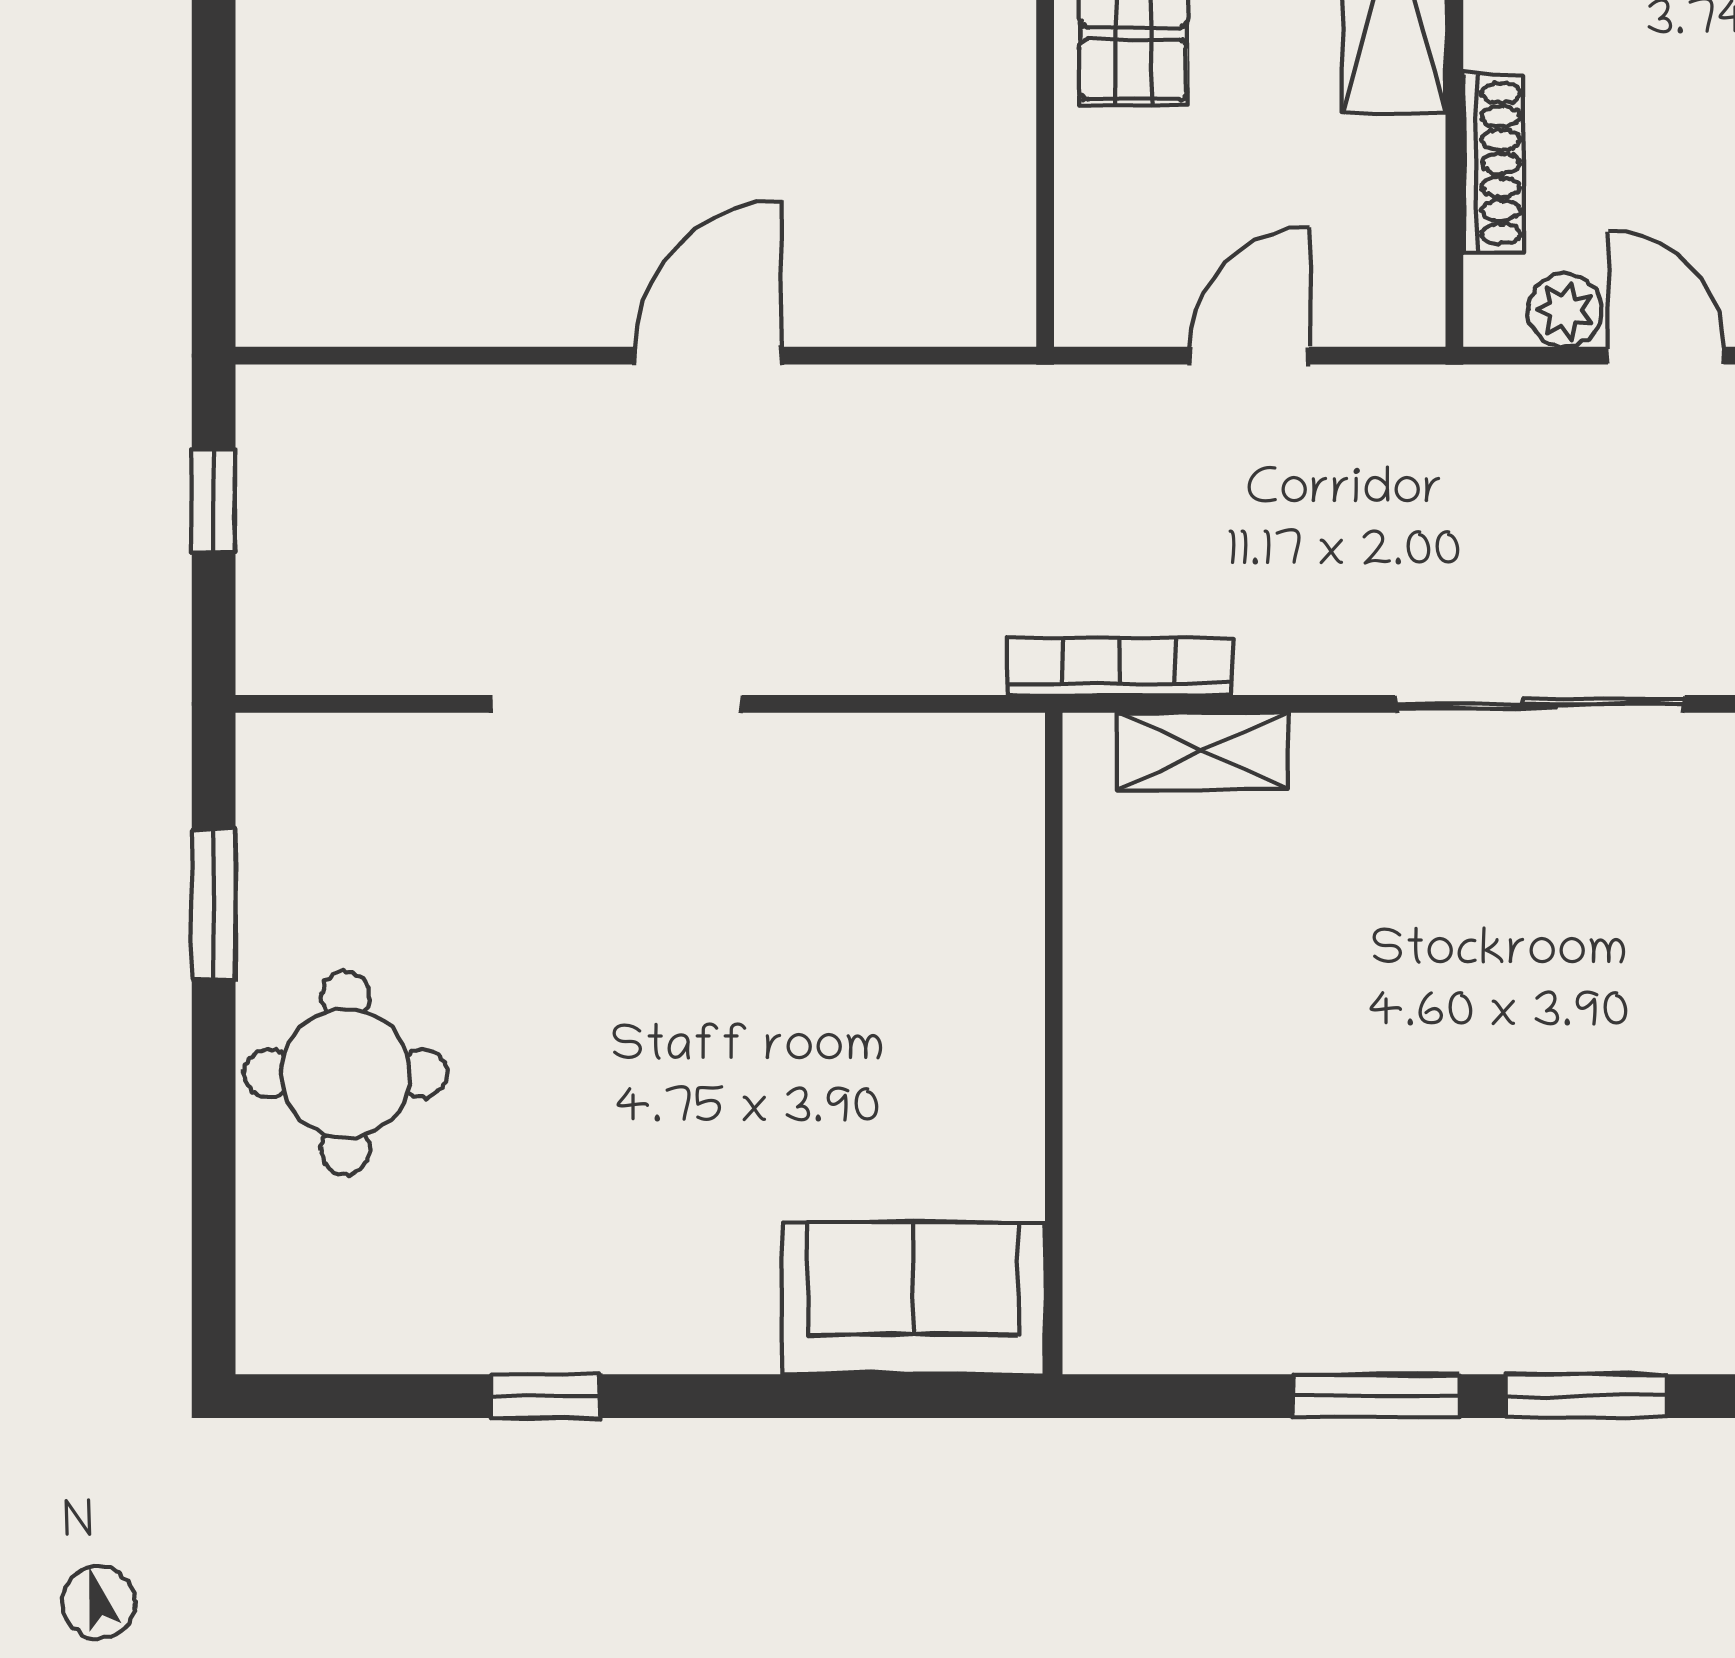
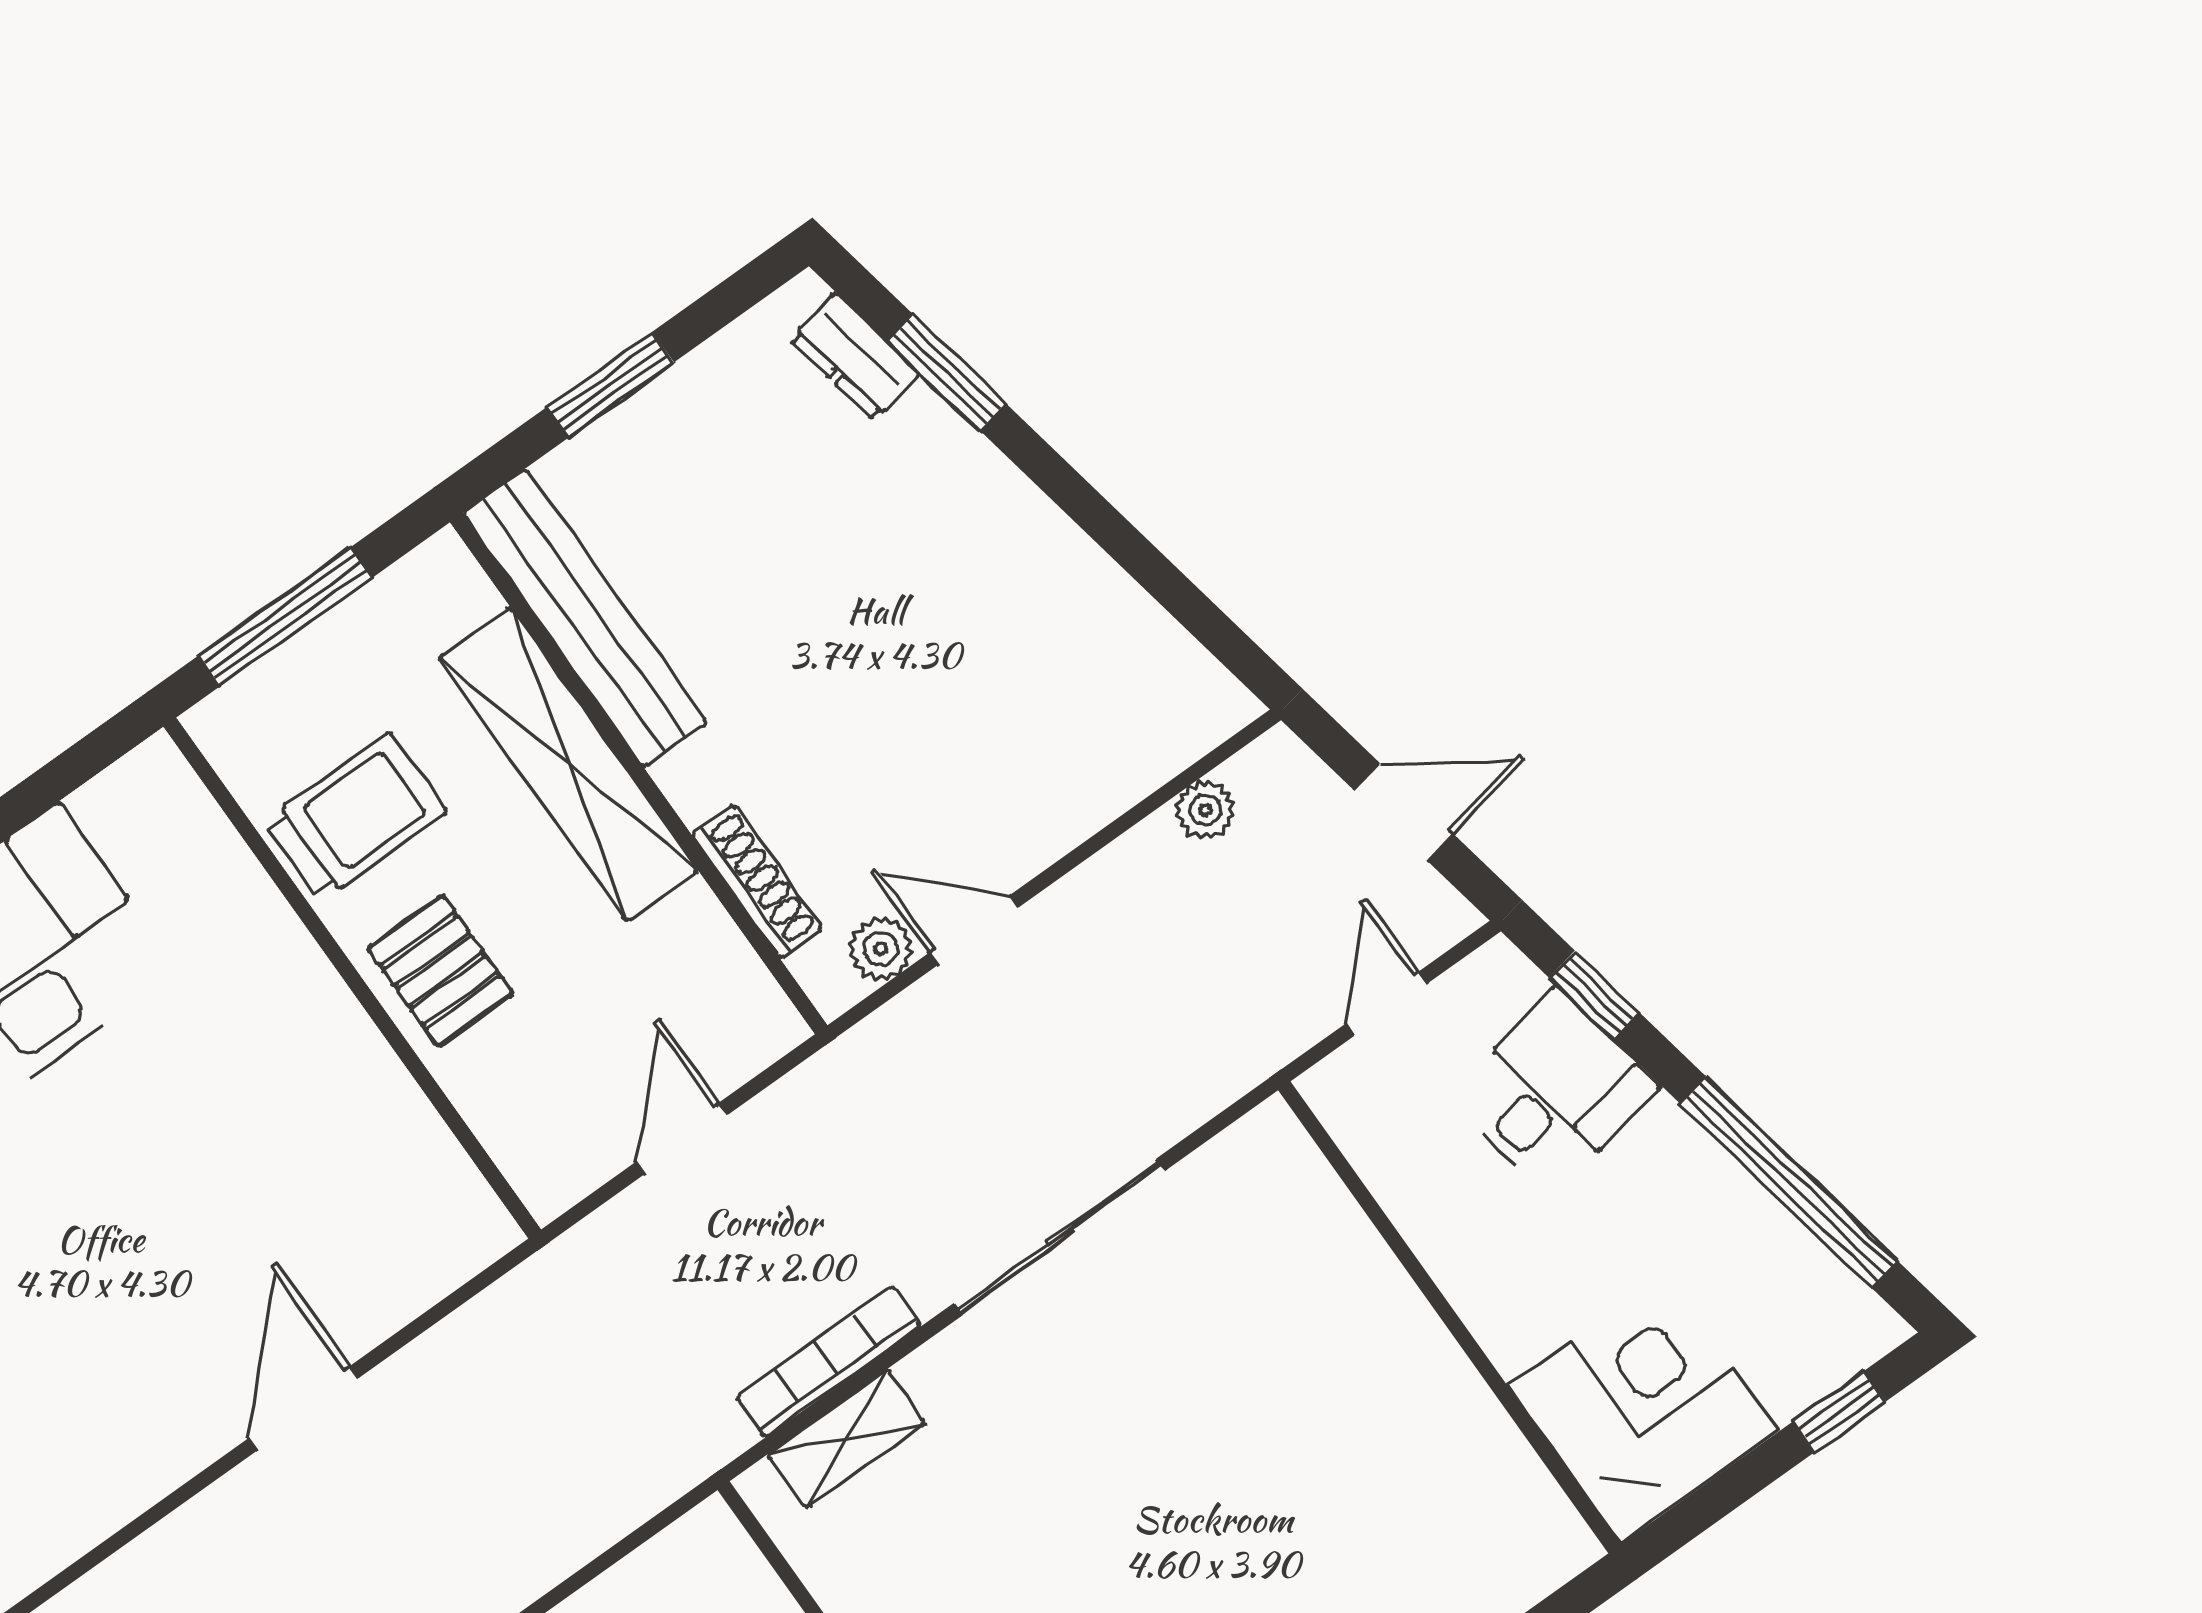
bookcase: (1120, 666) -> (829, 1362), moved

